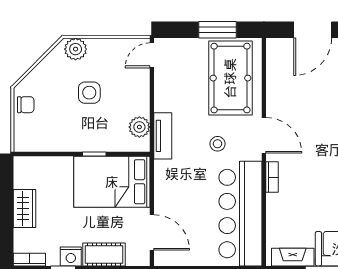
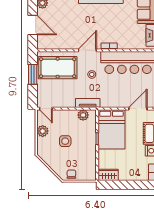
plant: (76, 49) -> (43, 131), moved
wardrobe: (24, 209) -> (108, 175), moved

